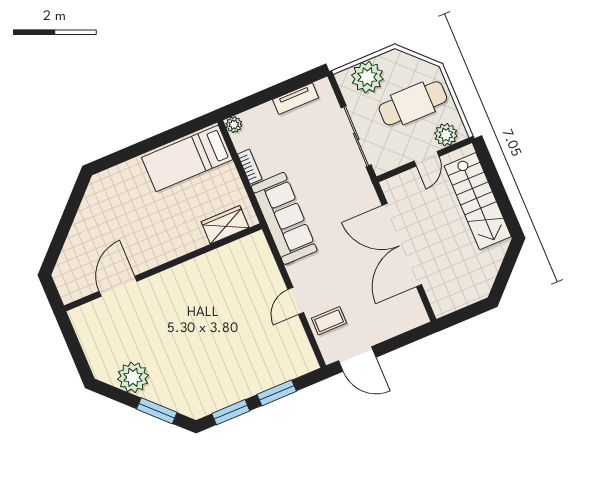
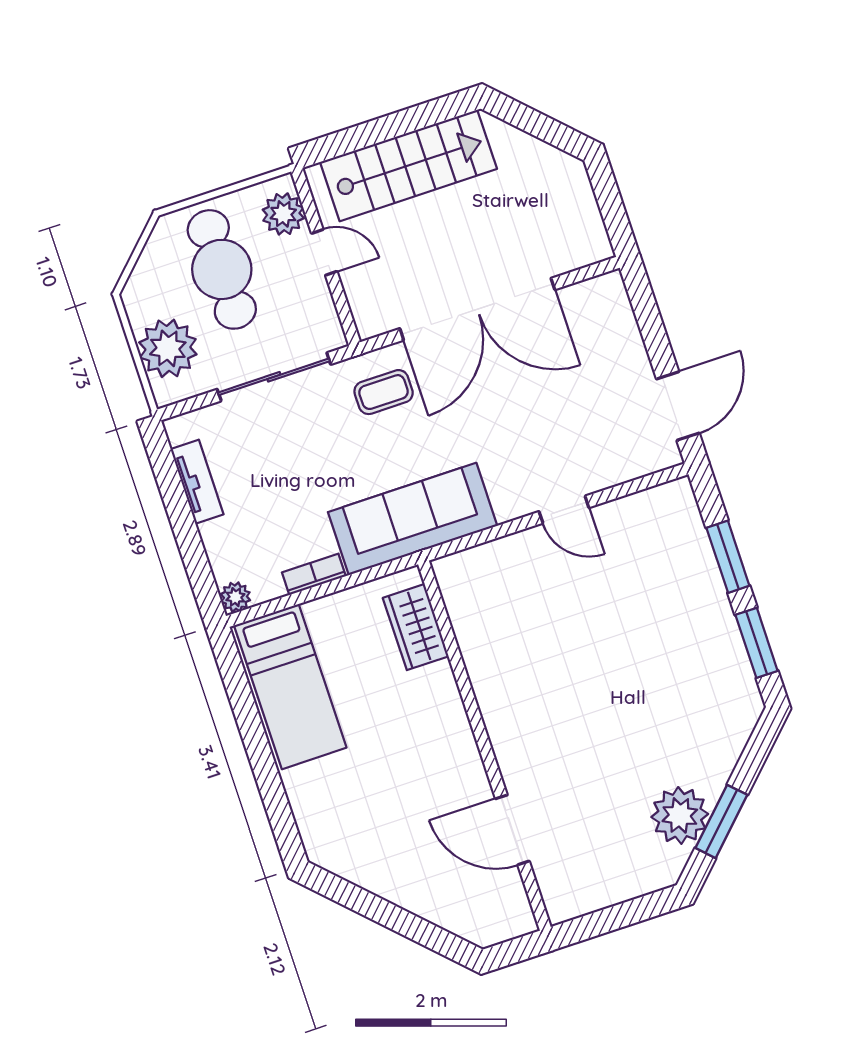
coffee table: (329, 321) -> (384, 392), moved, turned 90
window: (157, 411) -> (721, 821), moved

